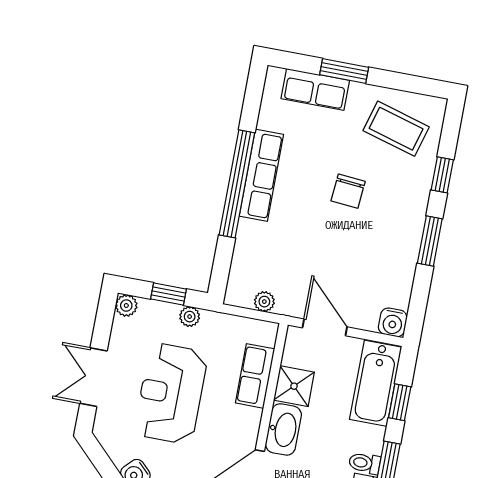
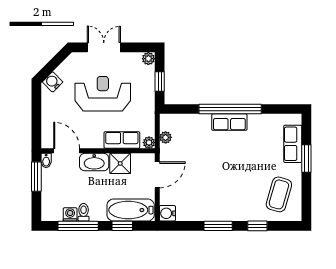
row of seats: (261, 175) -> (229, 122), width x0.68
chair: (348, 191) -> (238, 174), removed
plant: (190, 317) -> (149, 143), moved

